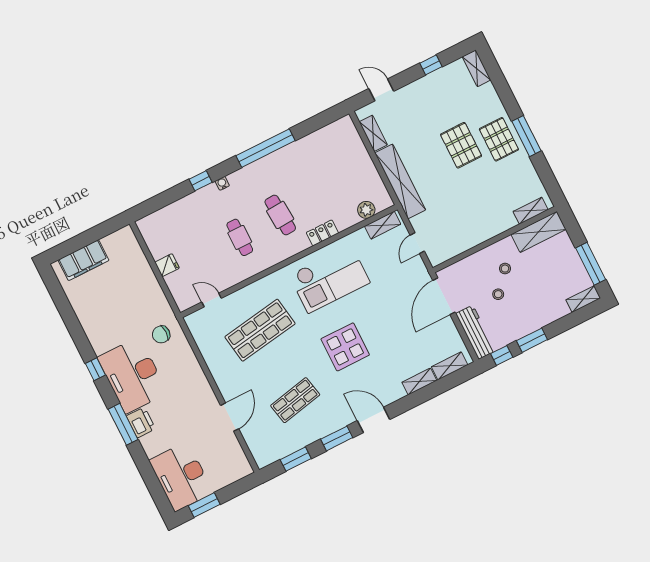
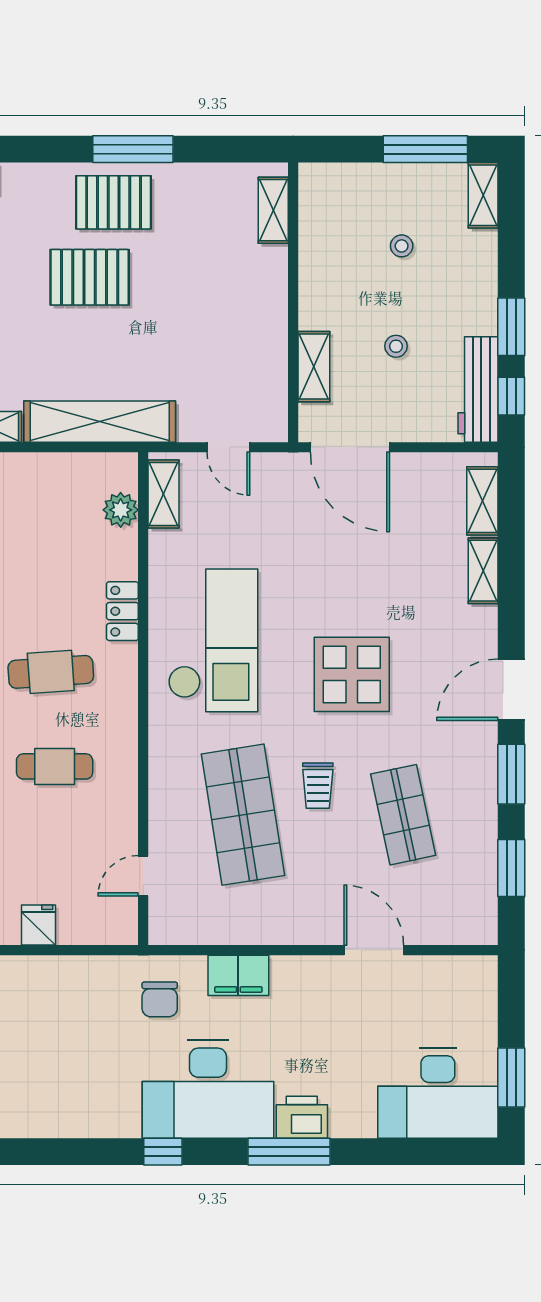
shelving: (538, 232) -> (314, 367), moved, width x0.67, depth x0.75
stool: (505, 269) -> (402, 246), moved
workbench: (476, 332) -> (478, 389), moved, turned -90
trolley: (289, 357) -> (318, 786), added
filing cabinet: (189, 364) -> (238, 975), added

